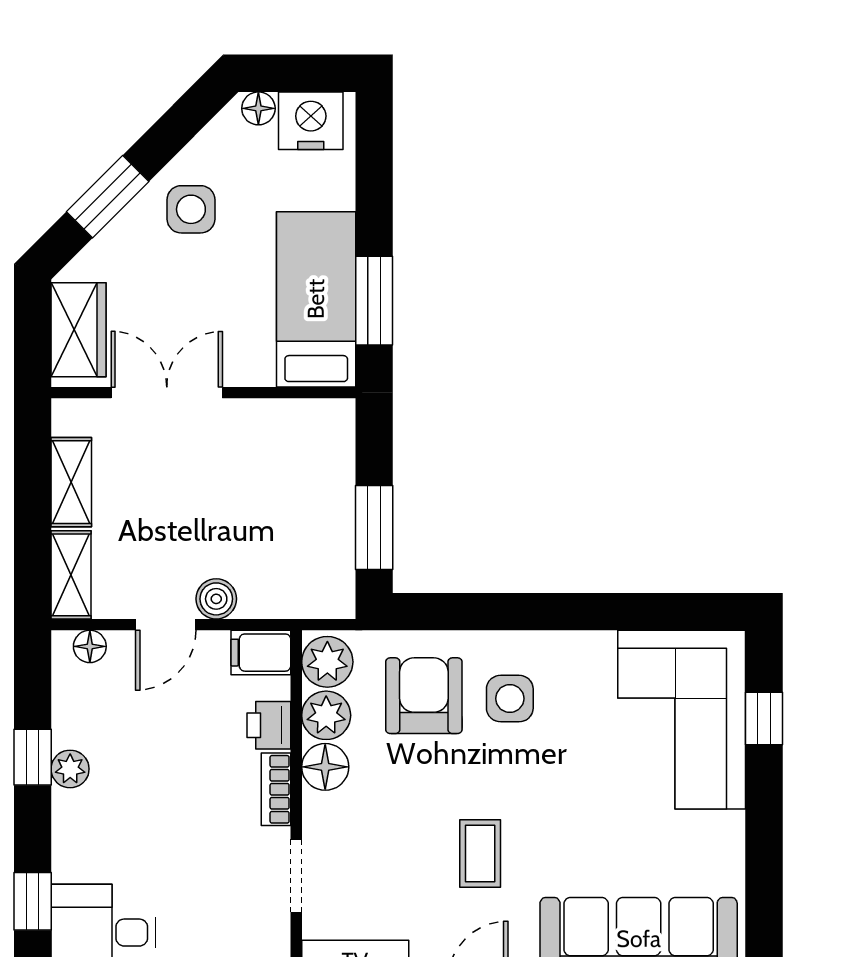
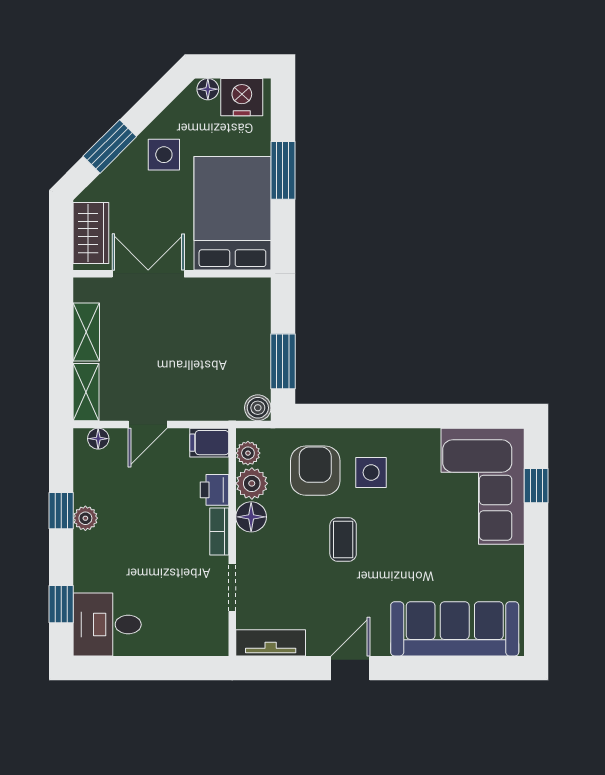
bed: (316, 299) -> (232, 213), width x1.50
window: (374, 301) -> (283, 170), moved
boiler: (216, 599) -> (258, 408), moved
plant: (327, 662) -> (248, 453), width x0.73, depth x0.73
coffee table: (480, 853) -> (343, 539), moved

